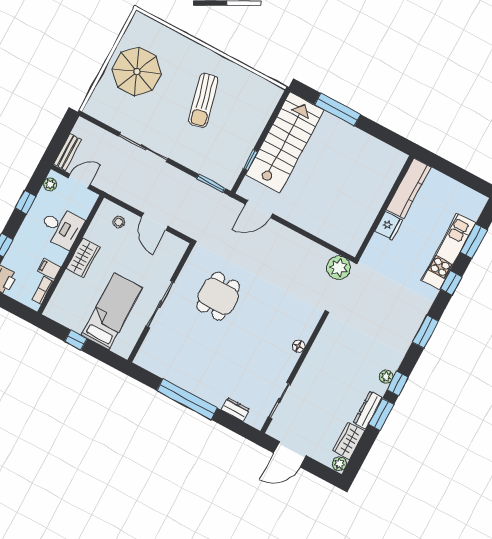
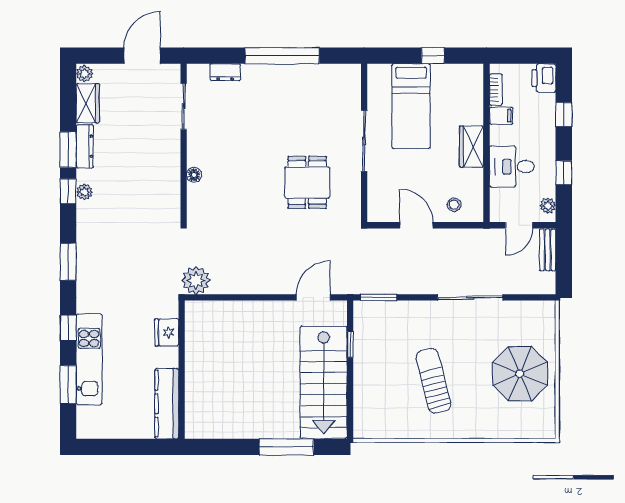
fridge: (389, 226) -> (167, 332), moved

